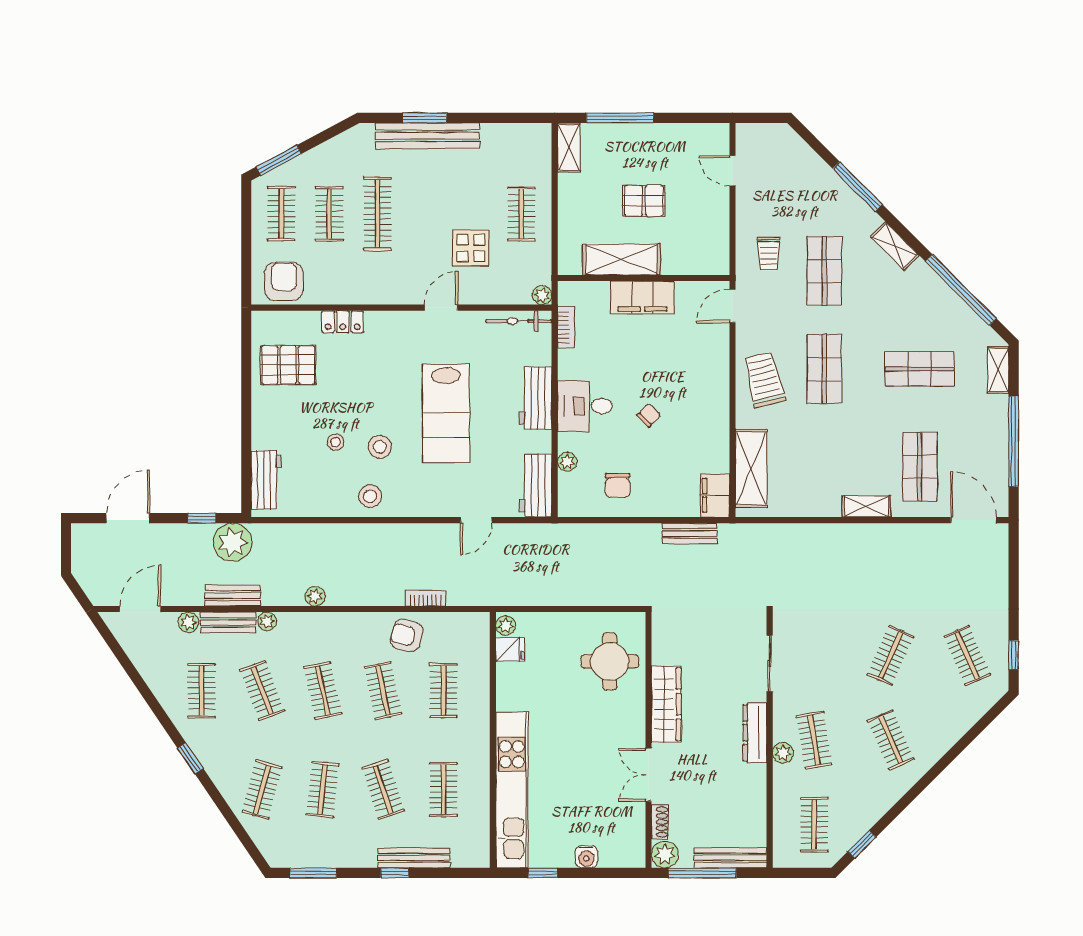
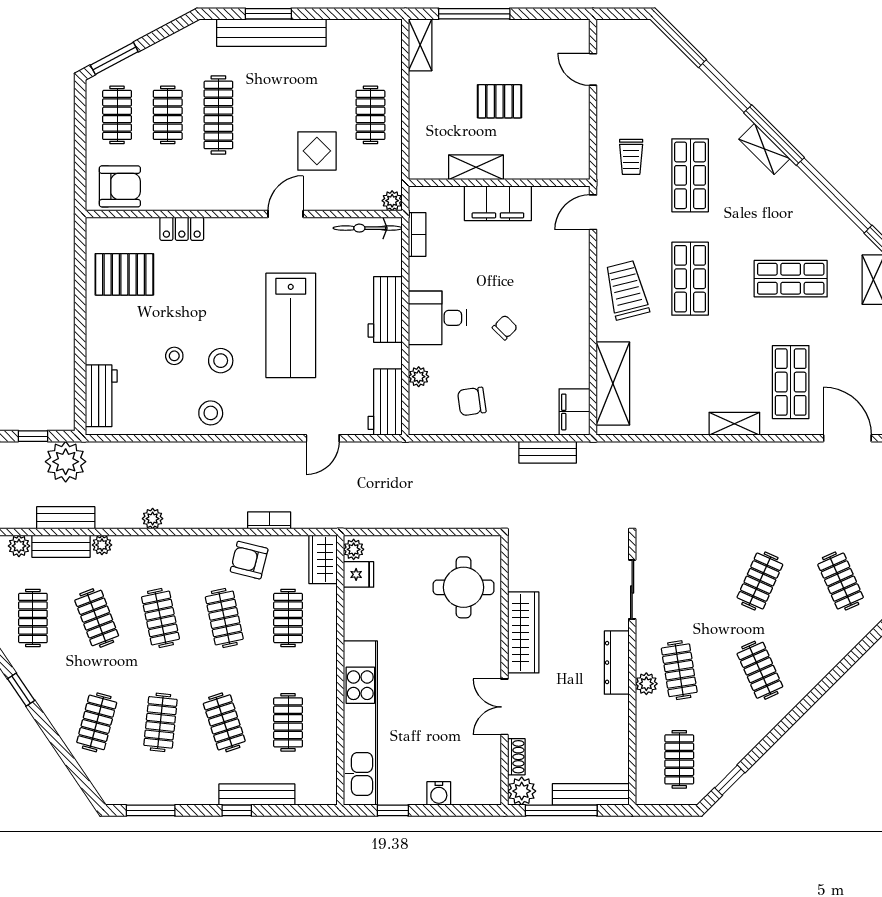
shelving: (621, 259) -> (476, 167), width x0.67, depth x0.75
armchair: (284, 281) -> (120, 186), turned 90
chair: (618, 485) -> (472, 401), turned 82
wardrobe: (477, 635) -> (323, 559), added

